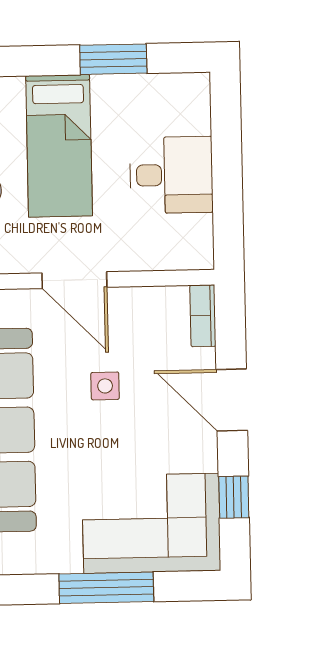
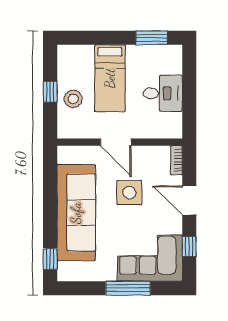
window: (113, 59) -> (152, 38), moved
side table: (105, 386) -> (129, 193), width x1.87, depth x1.87

